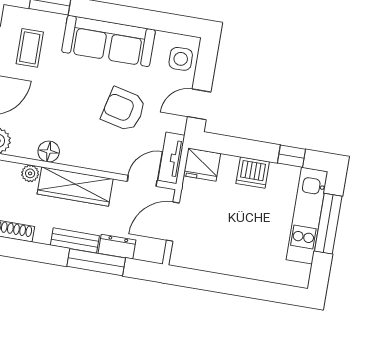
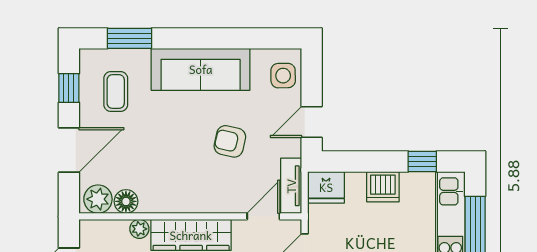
armchair: (124, 109) -> (230, 141), width x0.72, depth x0.72
floor lamp: (49, 152) -> (126, 201), moved

